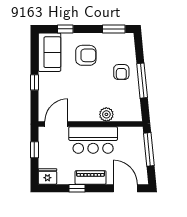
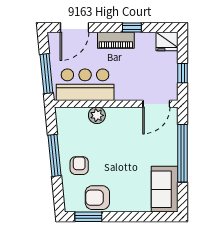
window: (65, 29) -> (146, 217), removed
armchair: (86, 55) -> (97, 198), moved
window: (34, 82) -> (183, 153), width x3.17
bar counter: (93, 140) -> (85, 85), moved
door: (125, 188) -> (74, 27), hinge flipped

